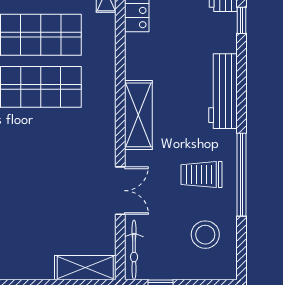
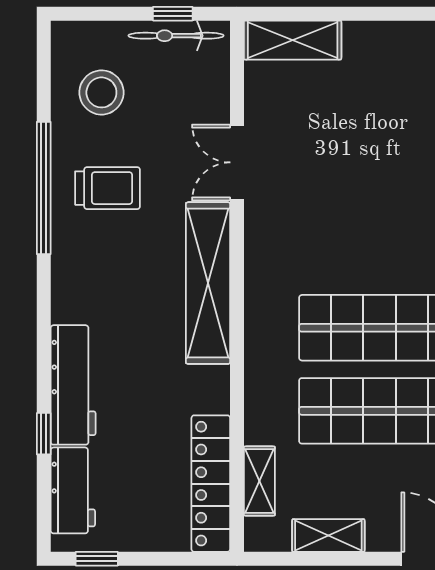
workbench: (223, 91) -> (73, 385), moved
shelving: (138, 115) -> (208, 283), width x1.47
bicycle: (134, 250) -> (176, 36), moved, turned -90

